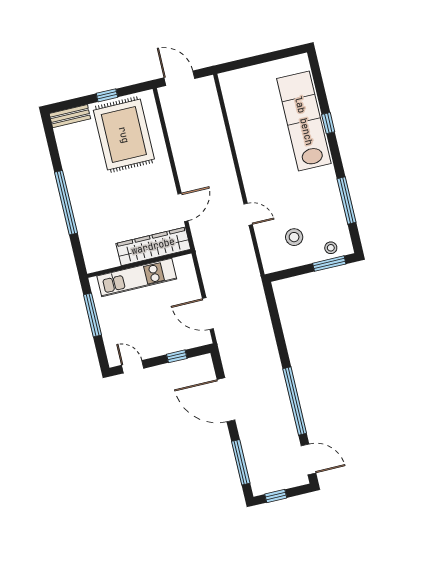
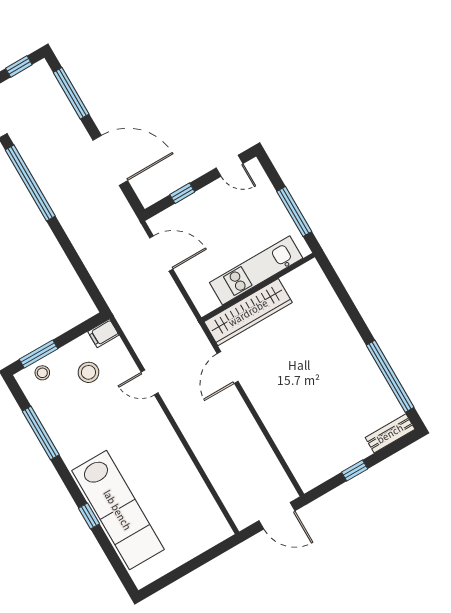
rug: (124, 135) -> (321, 431), removed
window: (66, 203) -> (390, 376), moved
filing cabinet: (273, 264) -> (103, 333), added

